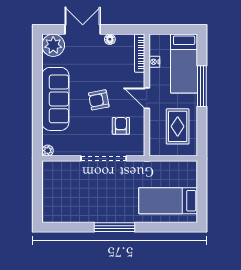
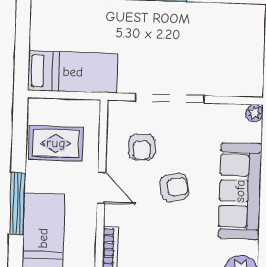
nightstand: (154, 62) -> (88, 243), removed
rug: (178, 126) -> (56, 143), turned 90
bed: (168, 201) -> (73, 72), moved

